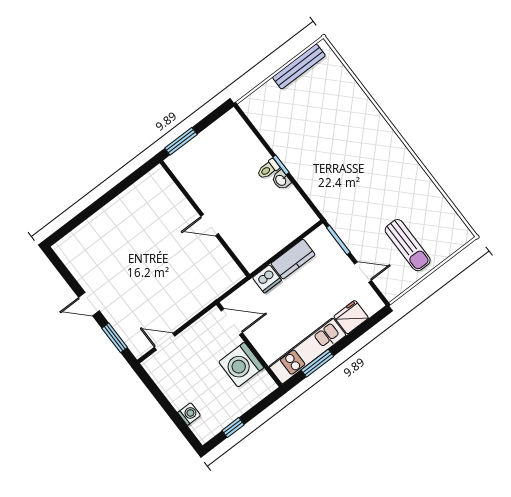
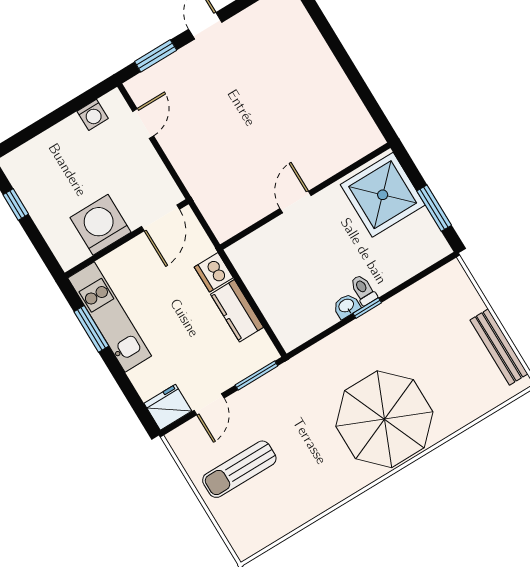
window: (181, 141) -> (434, 208), moved
parasol: (360, 144) -> (384, 419), added
shower: (198, 163) -> (383, 195), added
fridge: (351, 317) -> (168, 407), moved, turned -90
washing machine: (189, 414) -> (93, 115), moved

